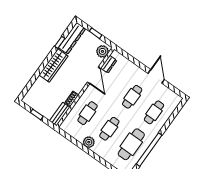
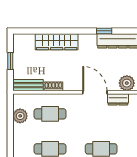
wardrobe: (54, 65) -> (57, 42), moved
door: (94, 75) -> (95, 92), swing flipped
plant: (89, 142) -> (20, 116), moved

